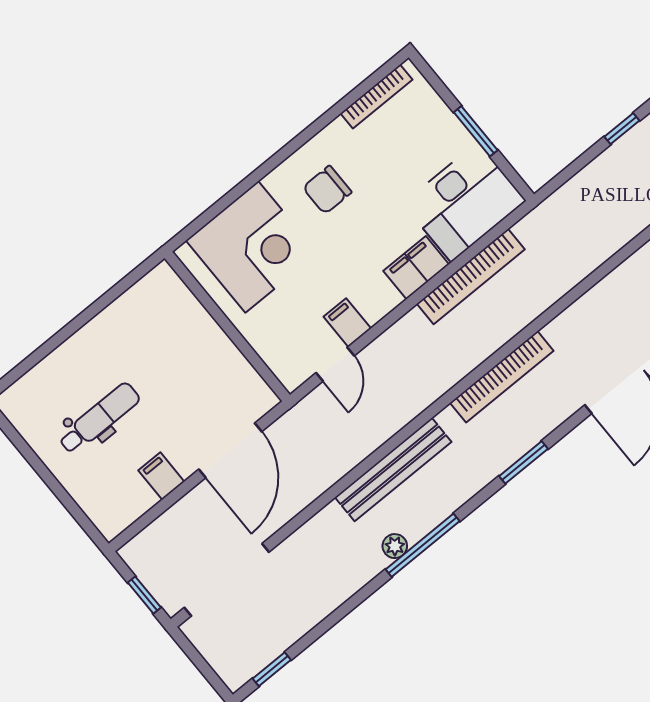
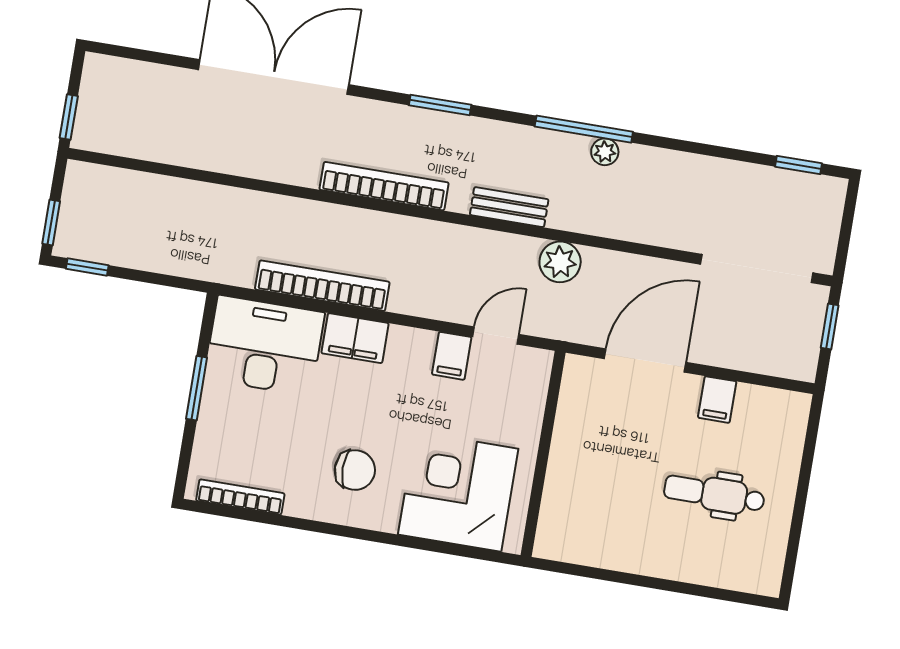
plant: (347, 451) -> (560, 262), added
bench: (393, 470) -> (509, 207), width x0.54, depth x0.82

